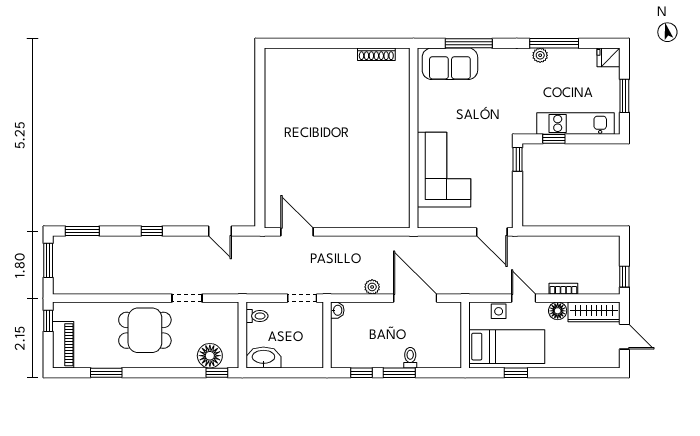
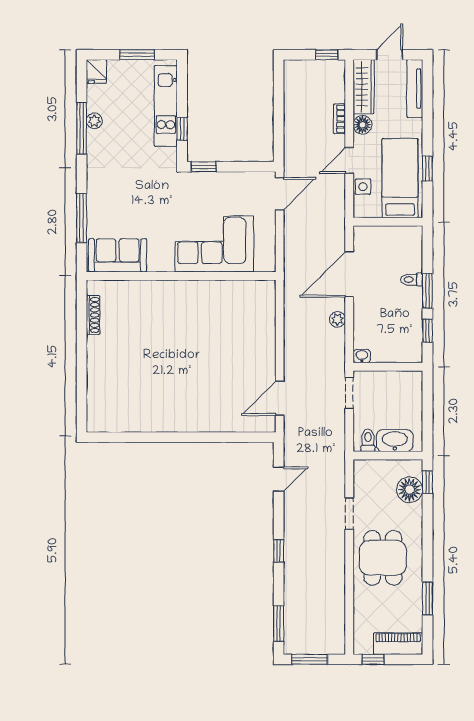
plant: (540, 55) -> (94, 121), moved
sofa: (450, 64) -> (118, 255), moved, turned -90
washbasin: (263, 357) -> (395, 441), moved, turned 90
tv unit: (592, 361) -> (415, 89), added

